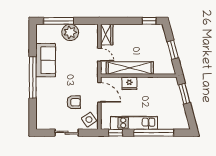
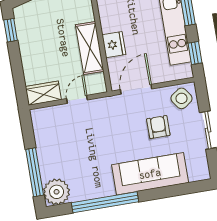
plant: (70, 32) -> (57, 192), moved
sofa: (46, 60) -> (150, 174), moved, width x1.36
shelving: (130, 68) -> (90, 48), width x0.68
window: (33, 77) -> (105, 202), moved

